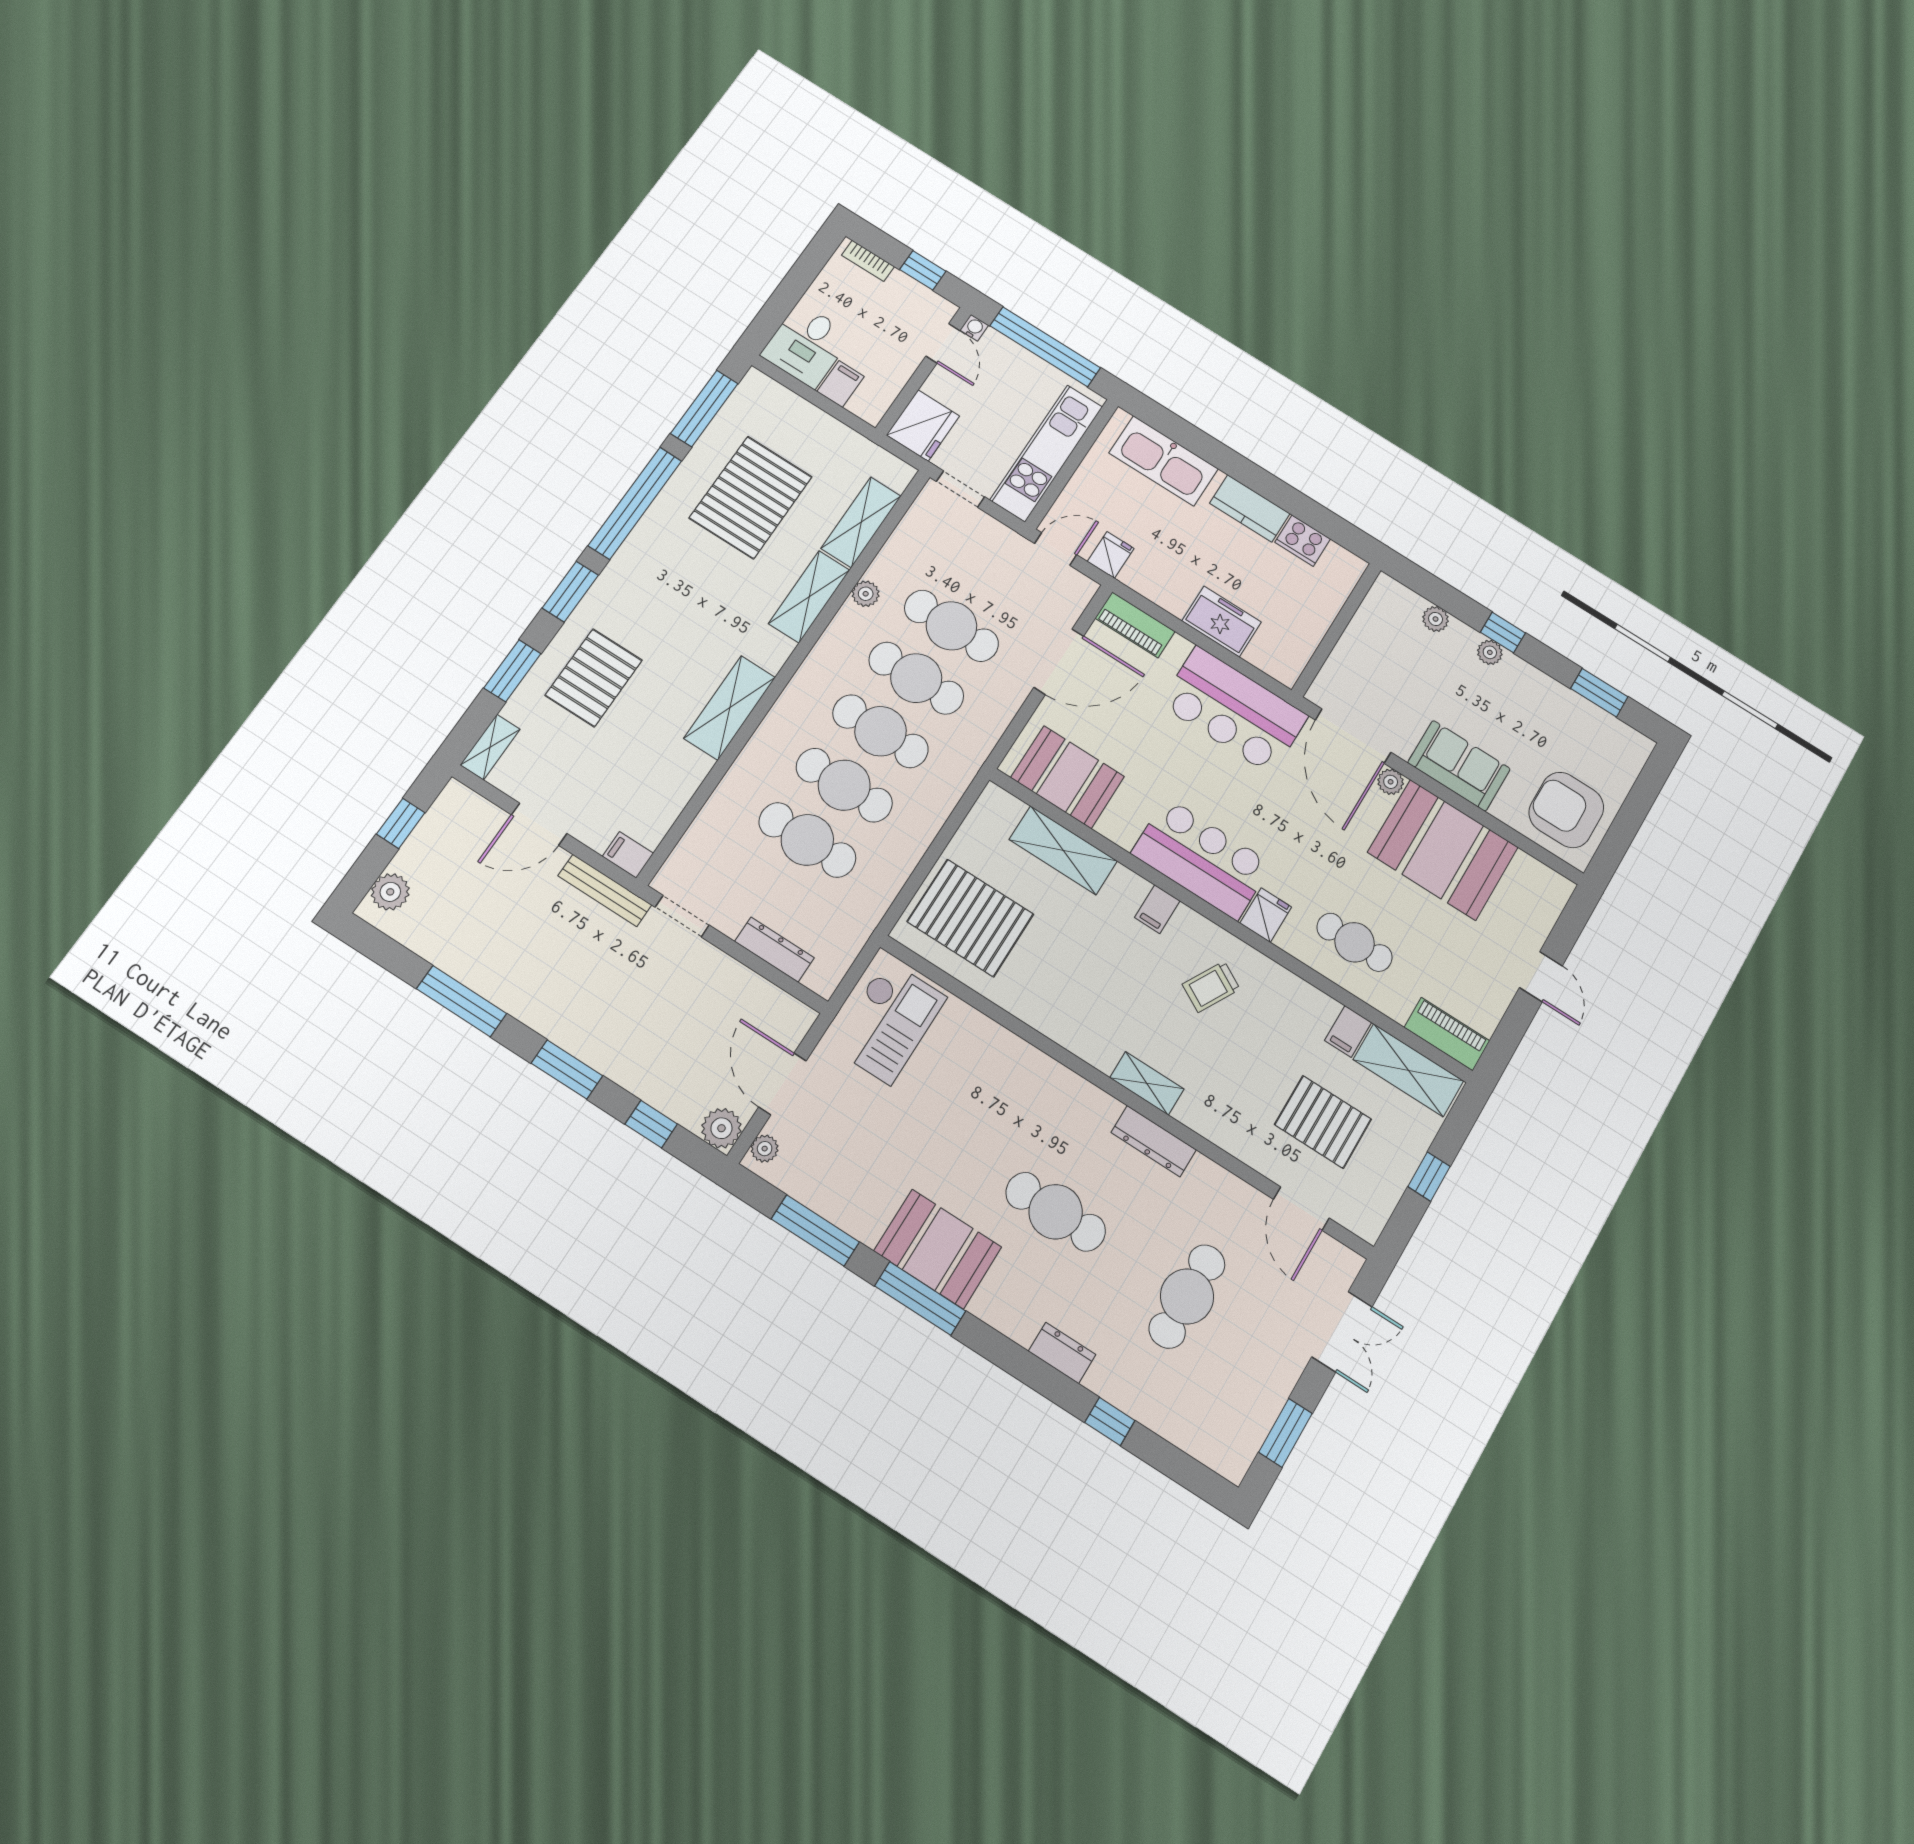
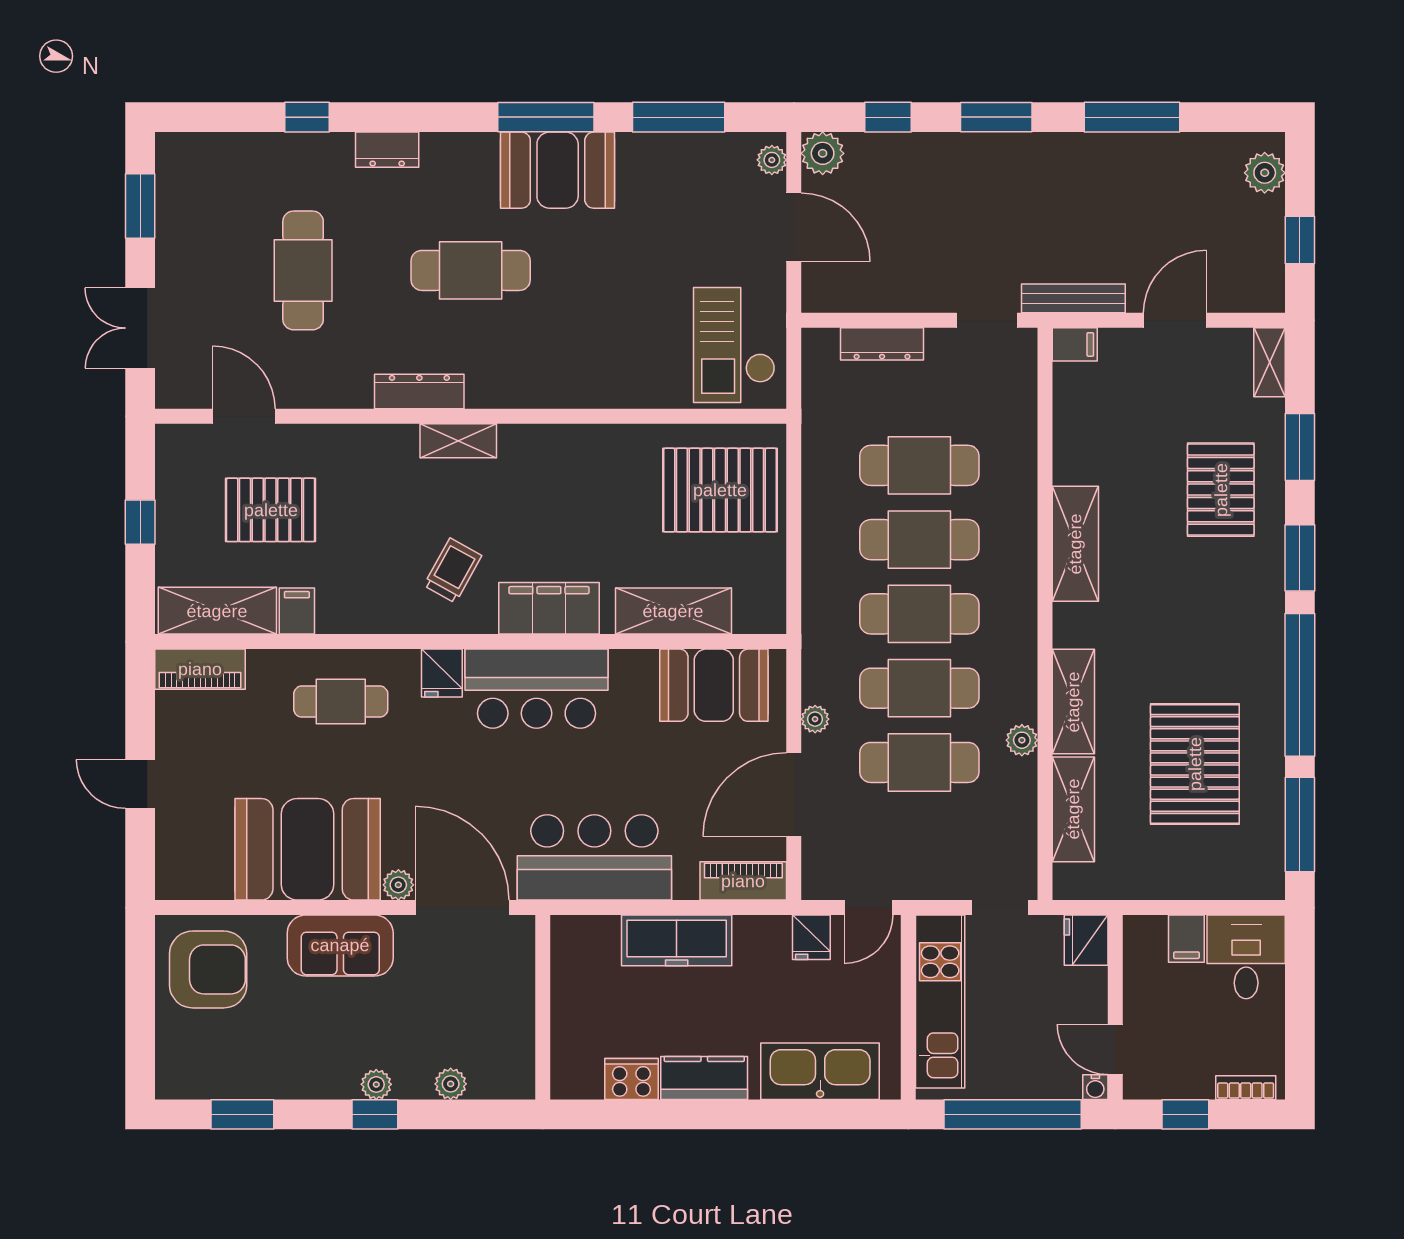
fridge: (923, 426) -> (1086, 940), width x0.73, depth x0.75
freezer: (1222, 621) -> (677, 940), width x1.40
plant: (1008, 705) -> (815, 719), added
filing cabinet: (1157, 909) -> (549, 608), width x3.00, depth x1.17

